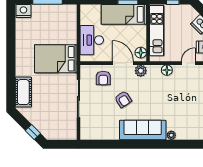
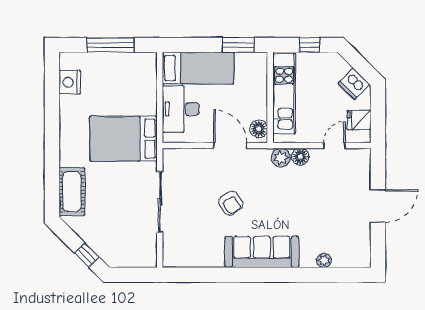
nightstand: (23, 11) -> (70, 82), moved, turned -90
bed: (124, 14) -> (198, 68), moved, turned 180
plant: (141, 71) -> (281, 158), moved
armchair: (103, 78) -> (199, 169), removed
plant: (171, 135) -> (324, 260), moved

